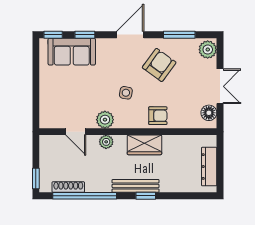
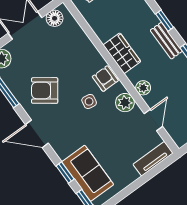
tv unit: (46, 110) -> (153, 159), added
armchair: (158, 116) -> (105, 79), moved
bench: (136, 186) -> (166, 41), width x0.73

